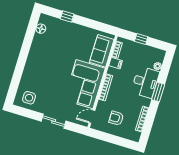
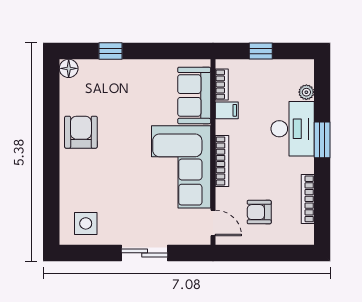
floor lamp: (41, 29) -> (69, 68), moved
armchair: (40, 52) -> (81, 132), added
door: (92, 117) -> (213, 223), swing flipped

